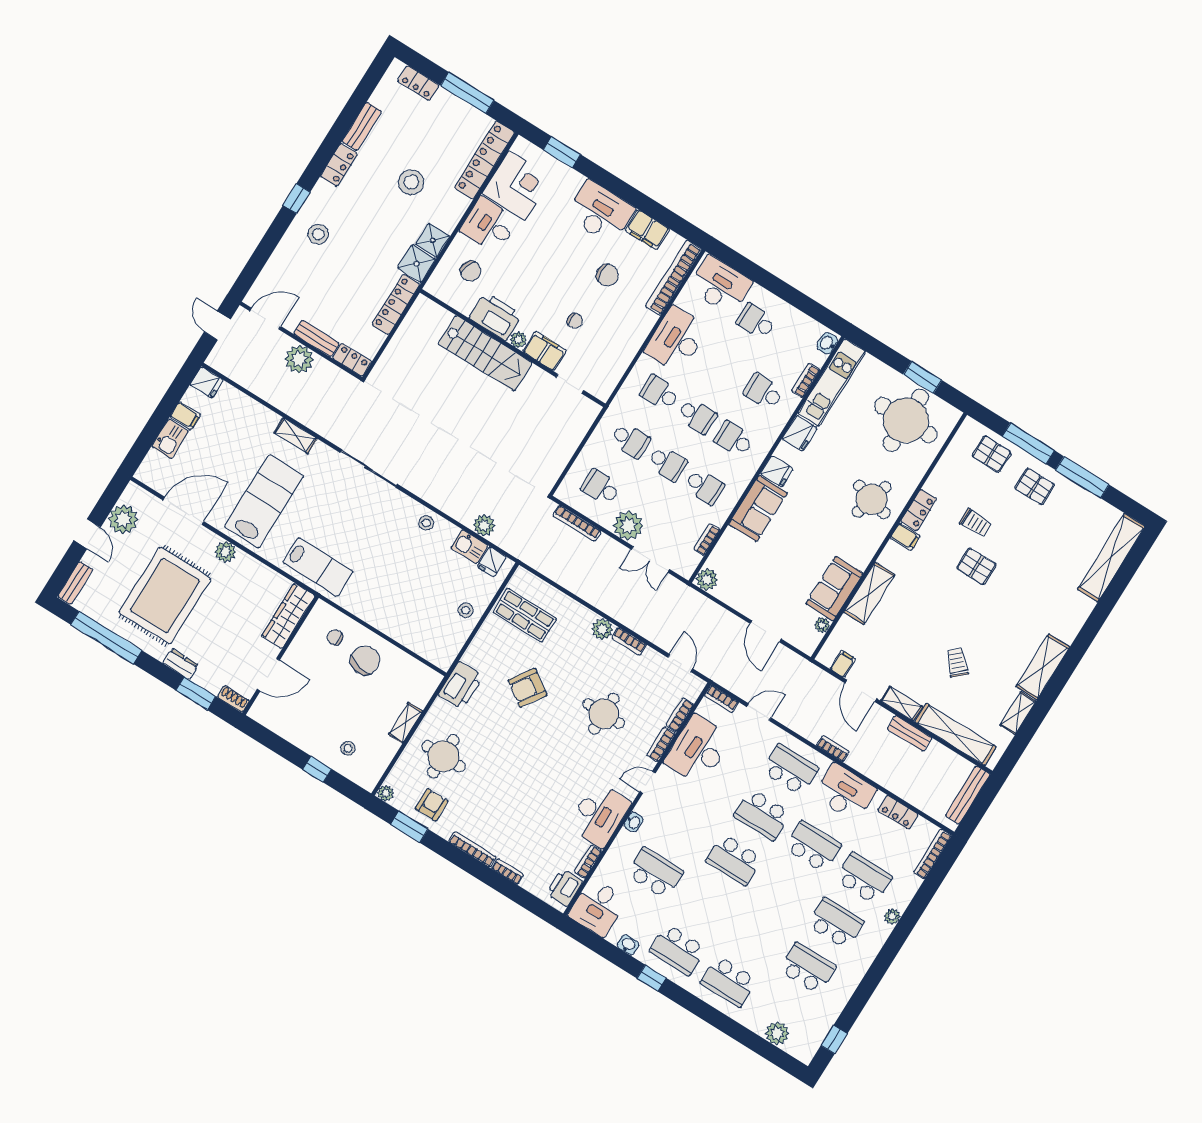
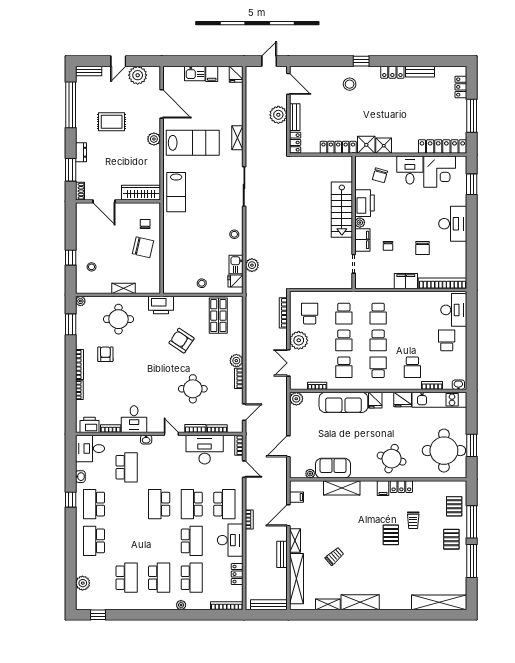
stool: (411, 182) -> (407, 115), removed
filing cabinet: (647, 230) -> (406, 281), moved, turned 90
desk: (676, 340) -> (411, 305), removed
school desk: (764, 392) -> (412, 367), turned 180
school desk: (660, 393) -> (378, 314), turned 180
sofa: (758, 509) -> (343, 402), width x1.36
rug: (165, 595) -> (112, 122), width x0.54, depth x0.49
armchair: (432, 805) -> (105, 354), moved, turned -90
desk: (599, 815) -> (134, 419), width x0.73

